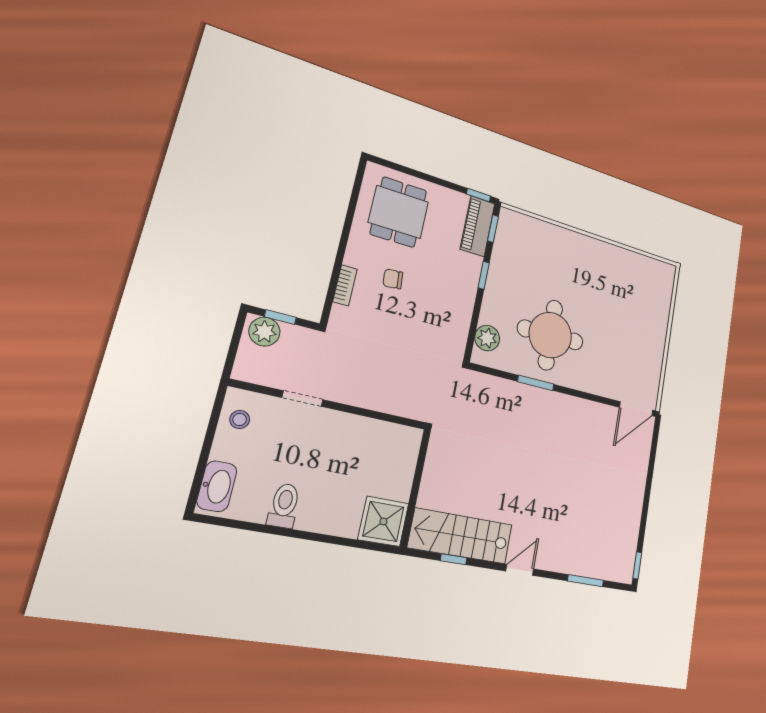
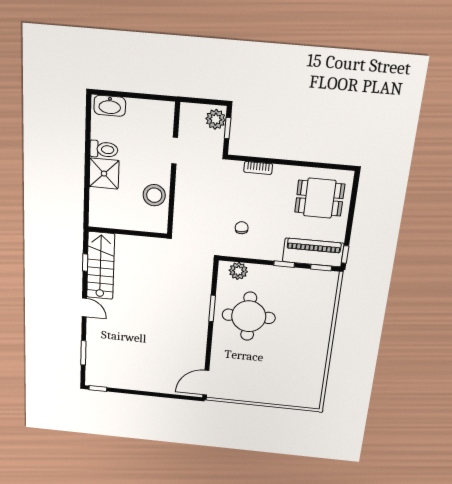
piano: (478, 226) -> (313, 252), width x1.37, depth x1.33
chair: (393, 279) -> (242, 228), moved
door: (636, 409) -> (206, 383), hinge flipped
stool: (240, 419) -> (154, 195), moved, width x1.89, depth x1.89
shower: (383, 521) -> (104, 174), moved

